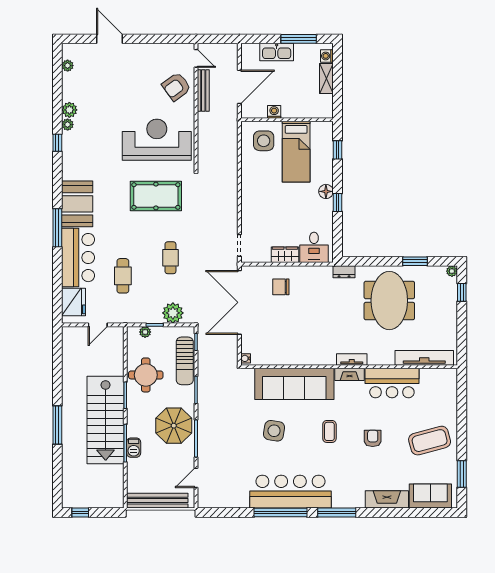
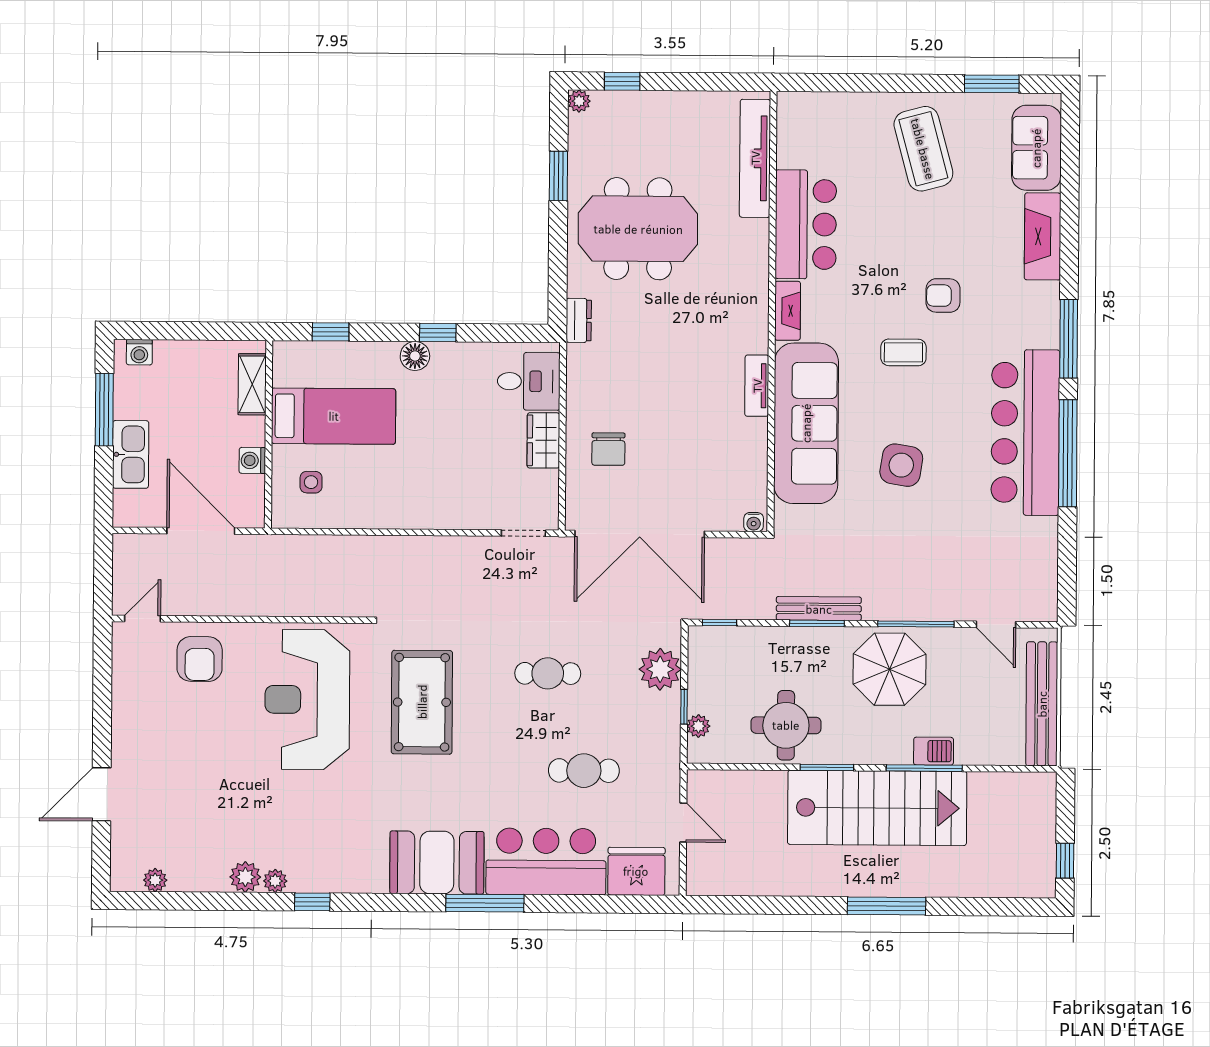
shelving: (326, 79) -> (252, 384), moved, turned 90
armchair: (176, 87) -> (200, 659), turned 36
bench: (203, 91) -> (819, 609), moved
side table: (264, 141) -> (311, 482), width x0.54, depth x0.54
tv unit: (352, 359) -> (757, 386), moved
sun lounger: (185, 361) -> (758, 646), removed
armchair: (373, 438) -> (943, 296), moved

